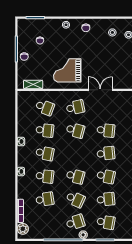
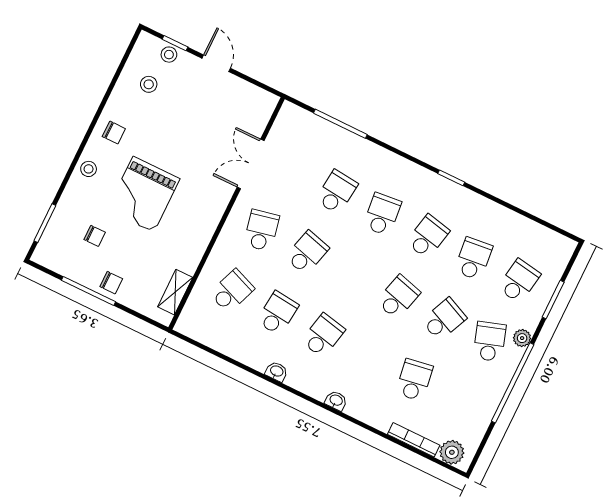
grand piano: (67, 70) -> (143, 194), moved
school desk: (45, 176) -> (369, 358), removed

